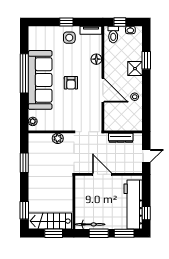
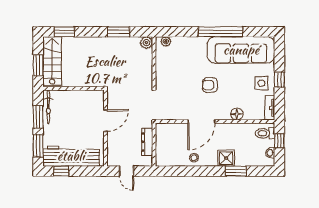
sofa: (40, 80) -> (241, 50), moved
plant: (58, 138) -> (147, 43), moved

